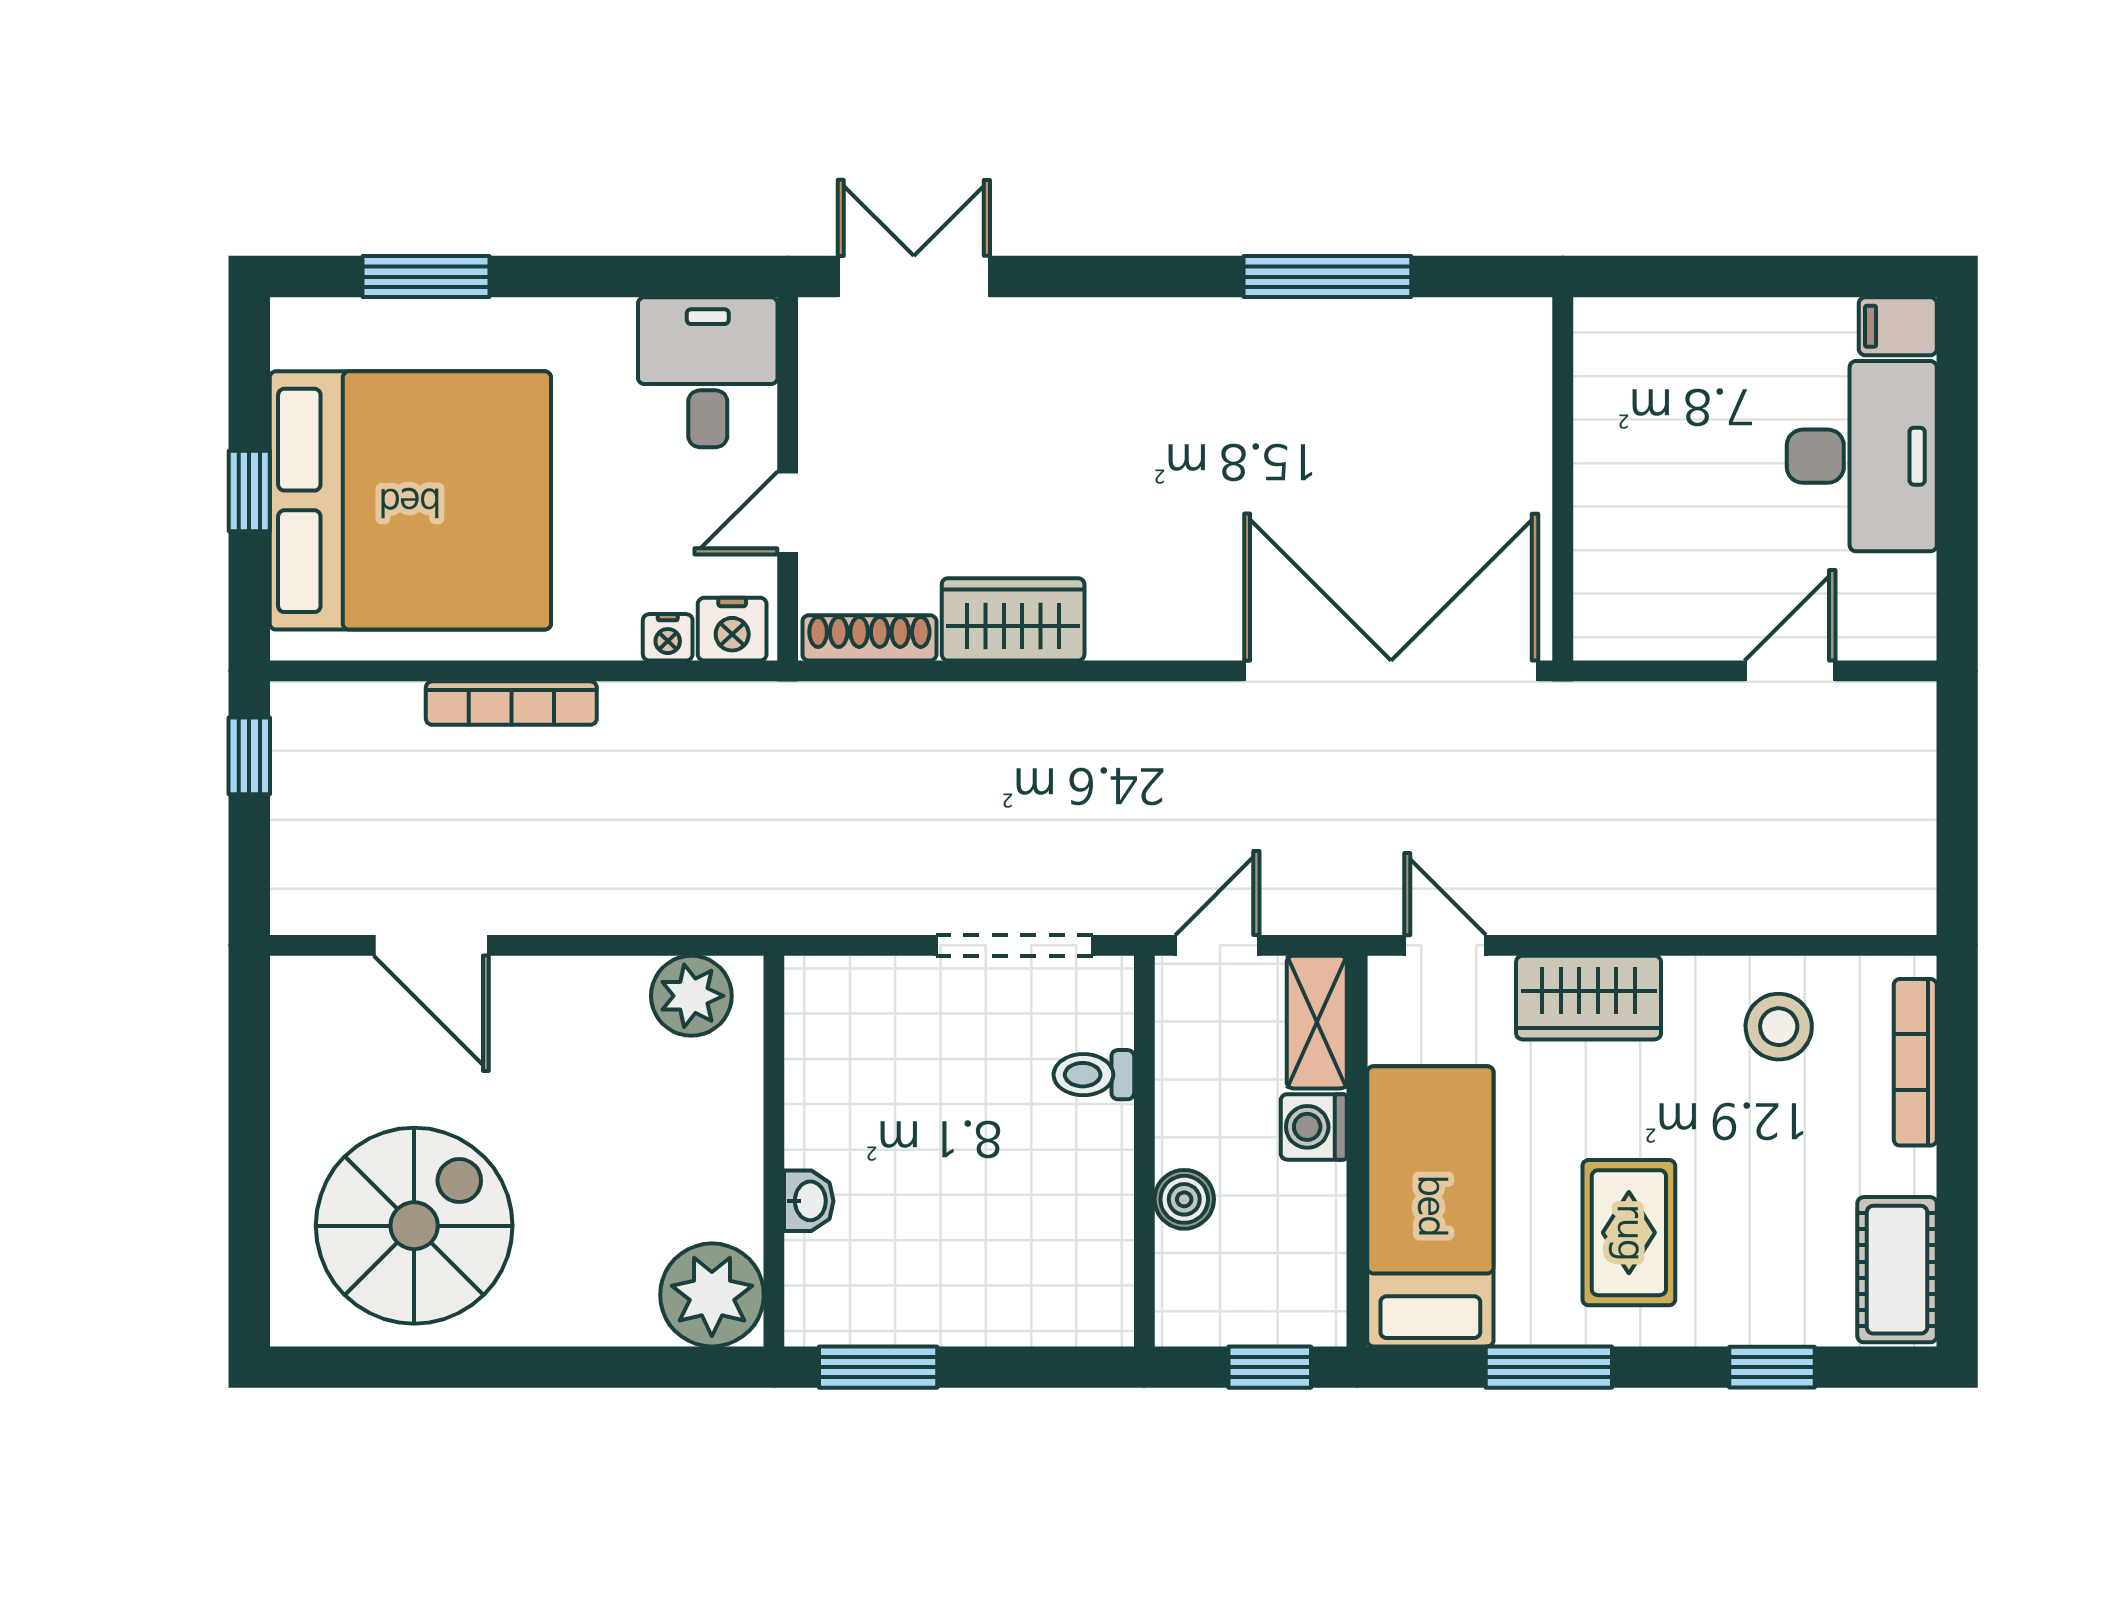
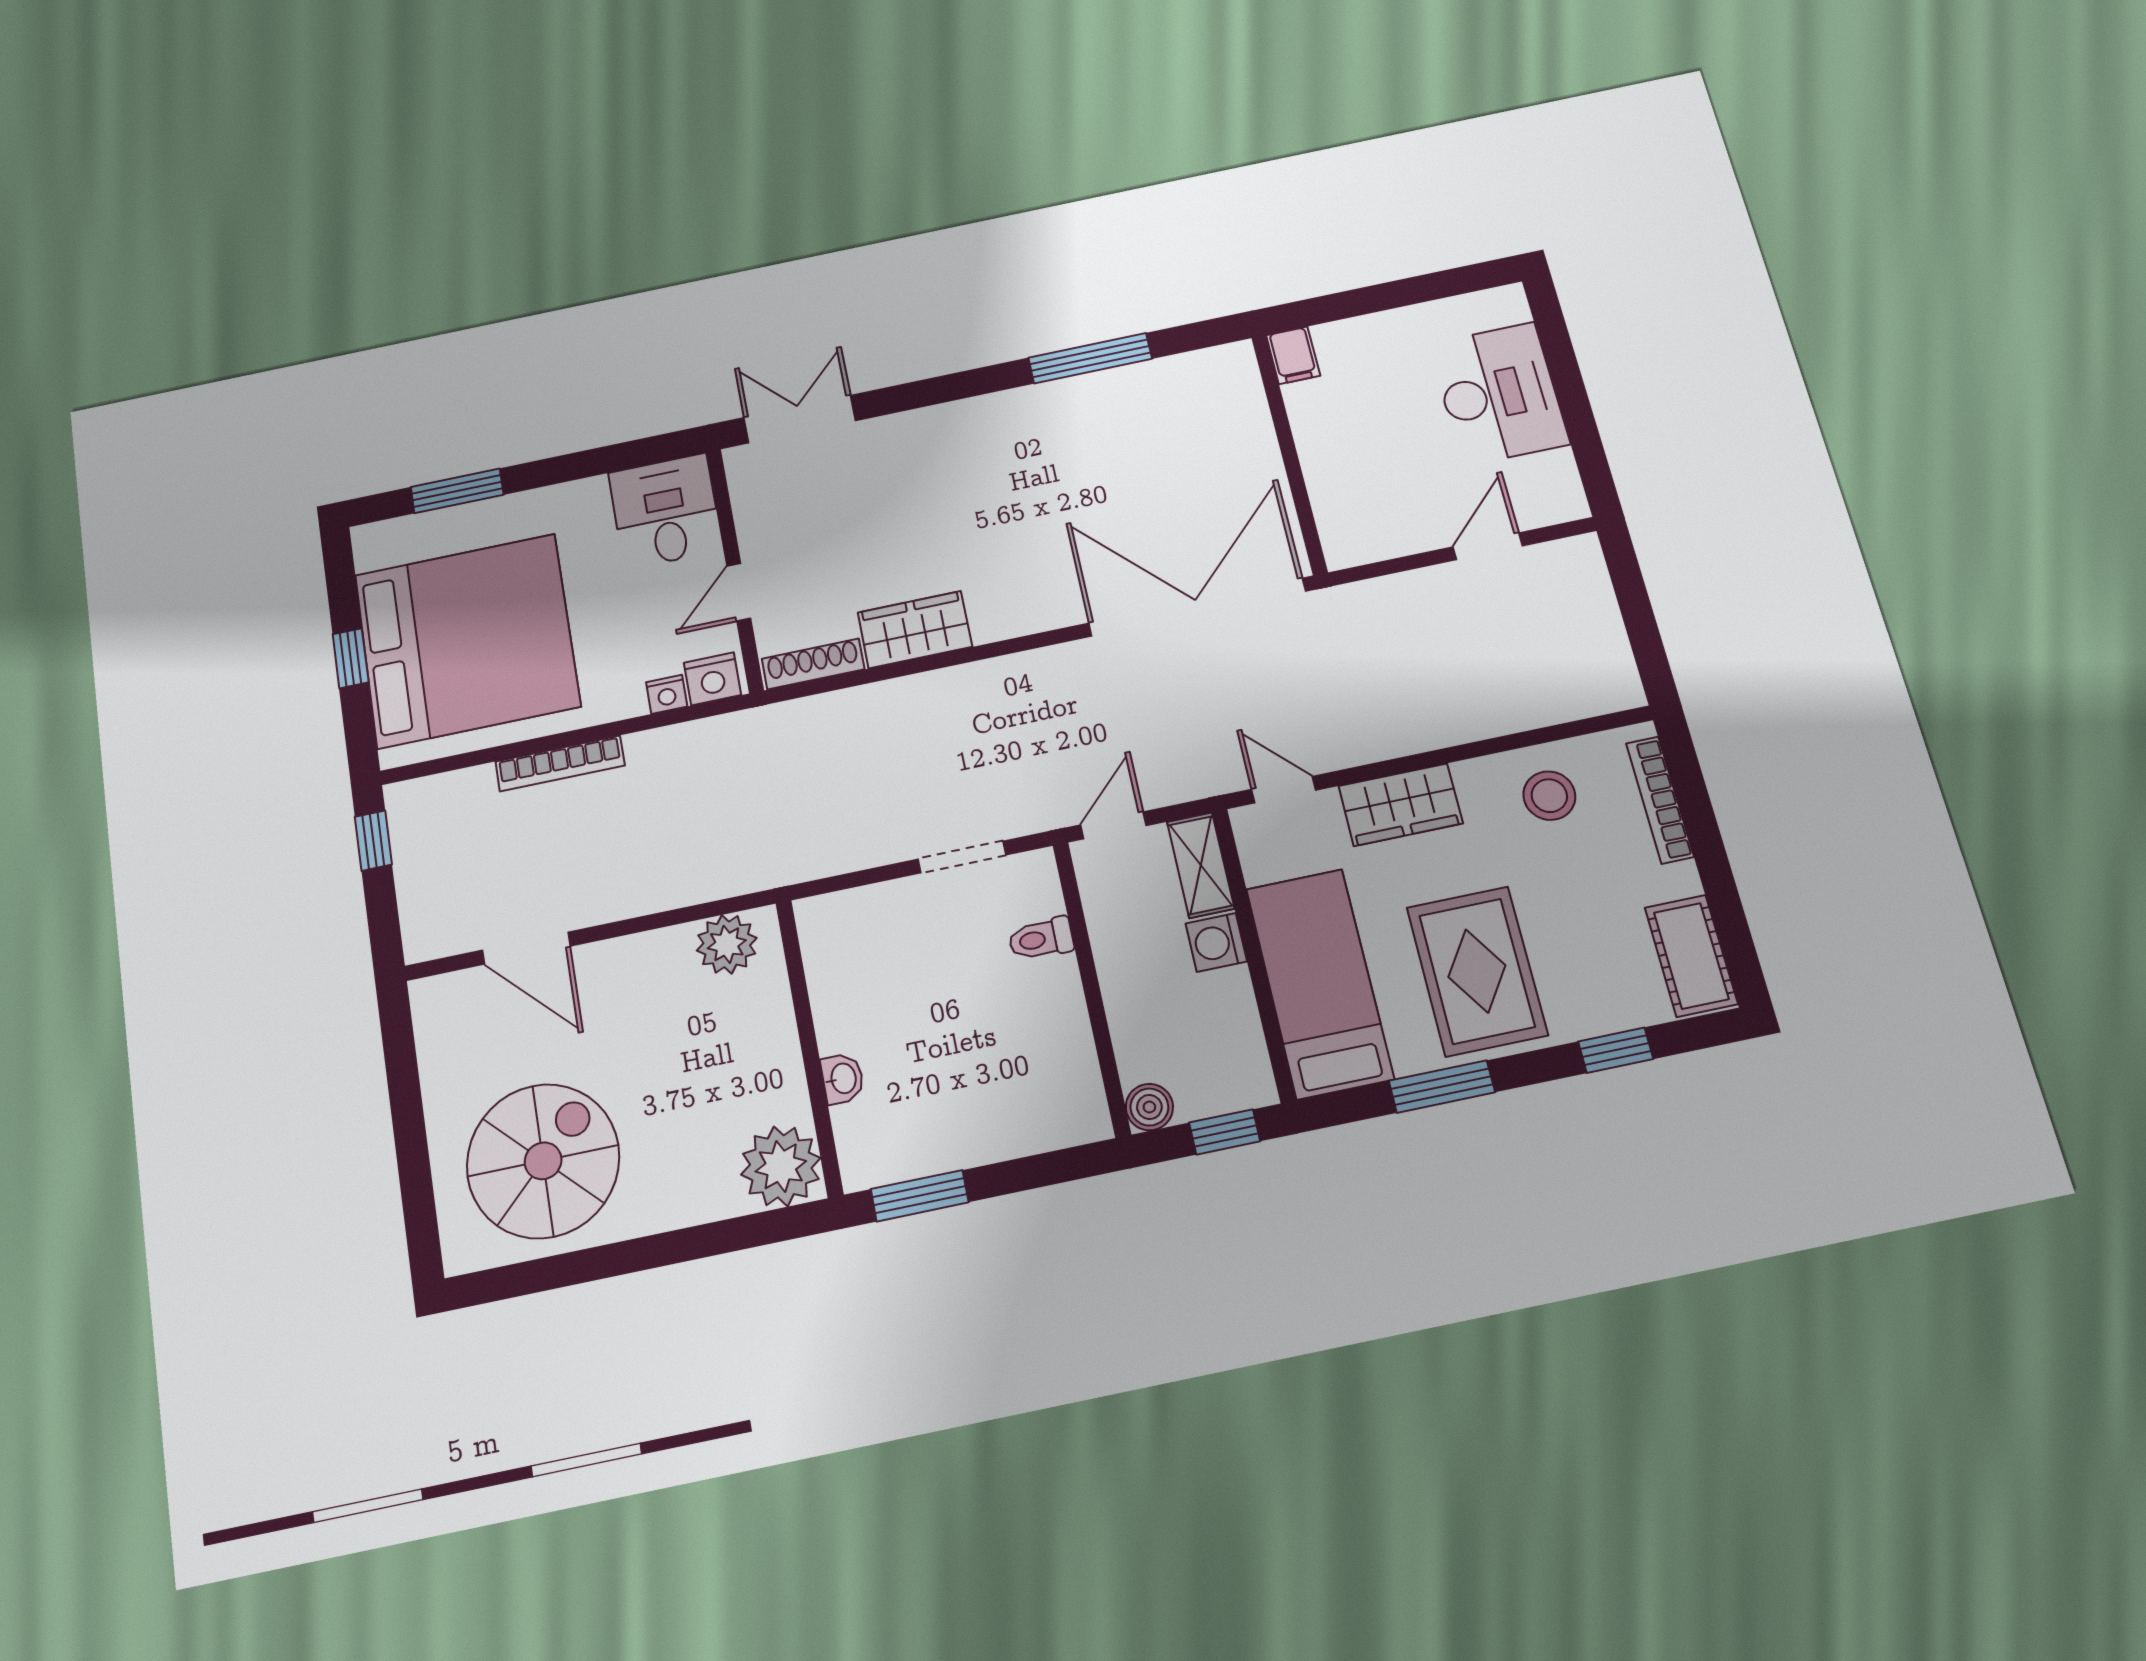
filing cabinet: (1898, 326) -> (1293, 355), moved, turned -90
doorway: (1015, 945) -> (962, 857), width x0.73
boiler: (1184, 1199) -> (1149, 1107), moved
rug: (1629, 1233) -> (1477, 971), width x1.36, depth x1.43

